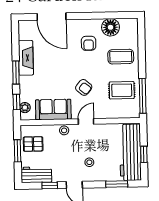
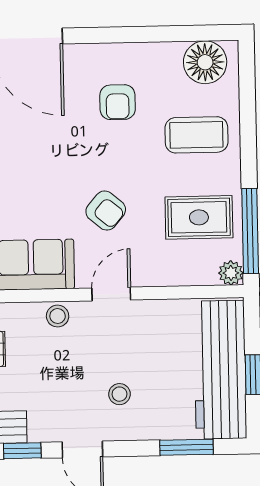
floor lamp: (111, 27) -> (205, 62), moved
plant: (135, 113) -> (231, 273), added

